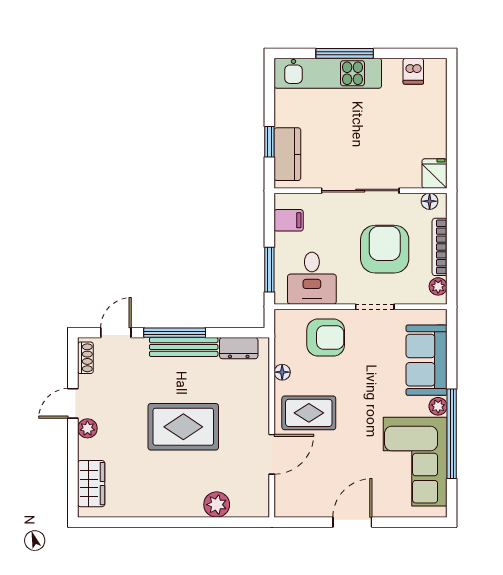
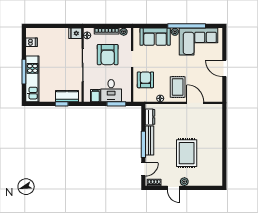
armchair: (385, 249) -> (108, 55), turned -90
desk: (312, 278) -> (111, 91), moved, turned 90
door: (116, 333) -> (143, 169), swing flipped
rug: (183, 427) -> (187, 153), moved
wardrobe: (91, 484) -> (208, 180), removed
plant: (217, 505) -> (217, 126), removed

